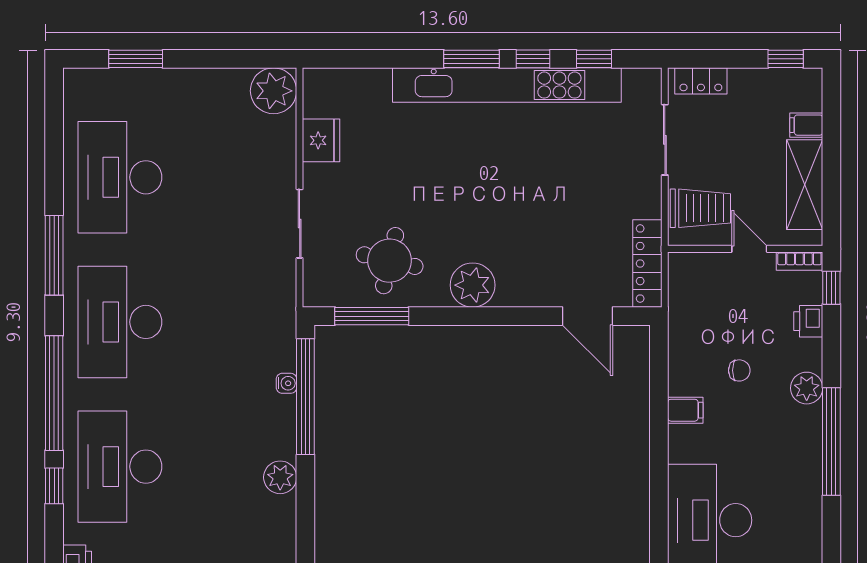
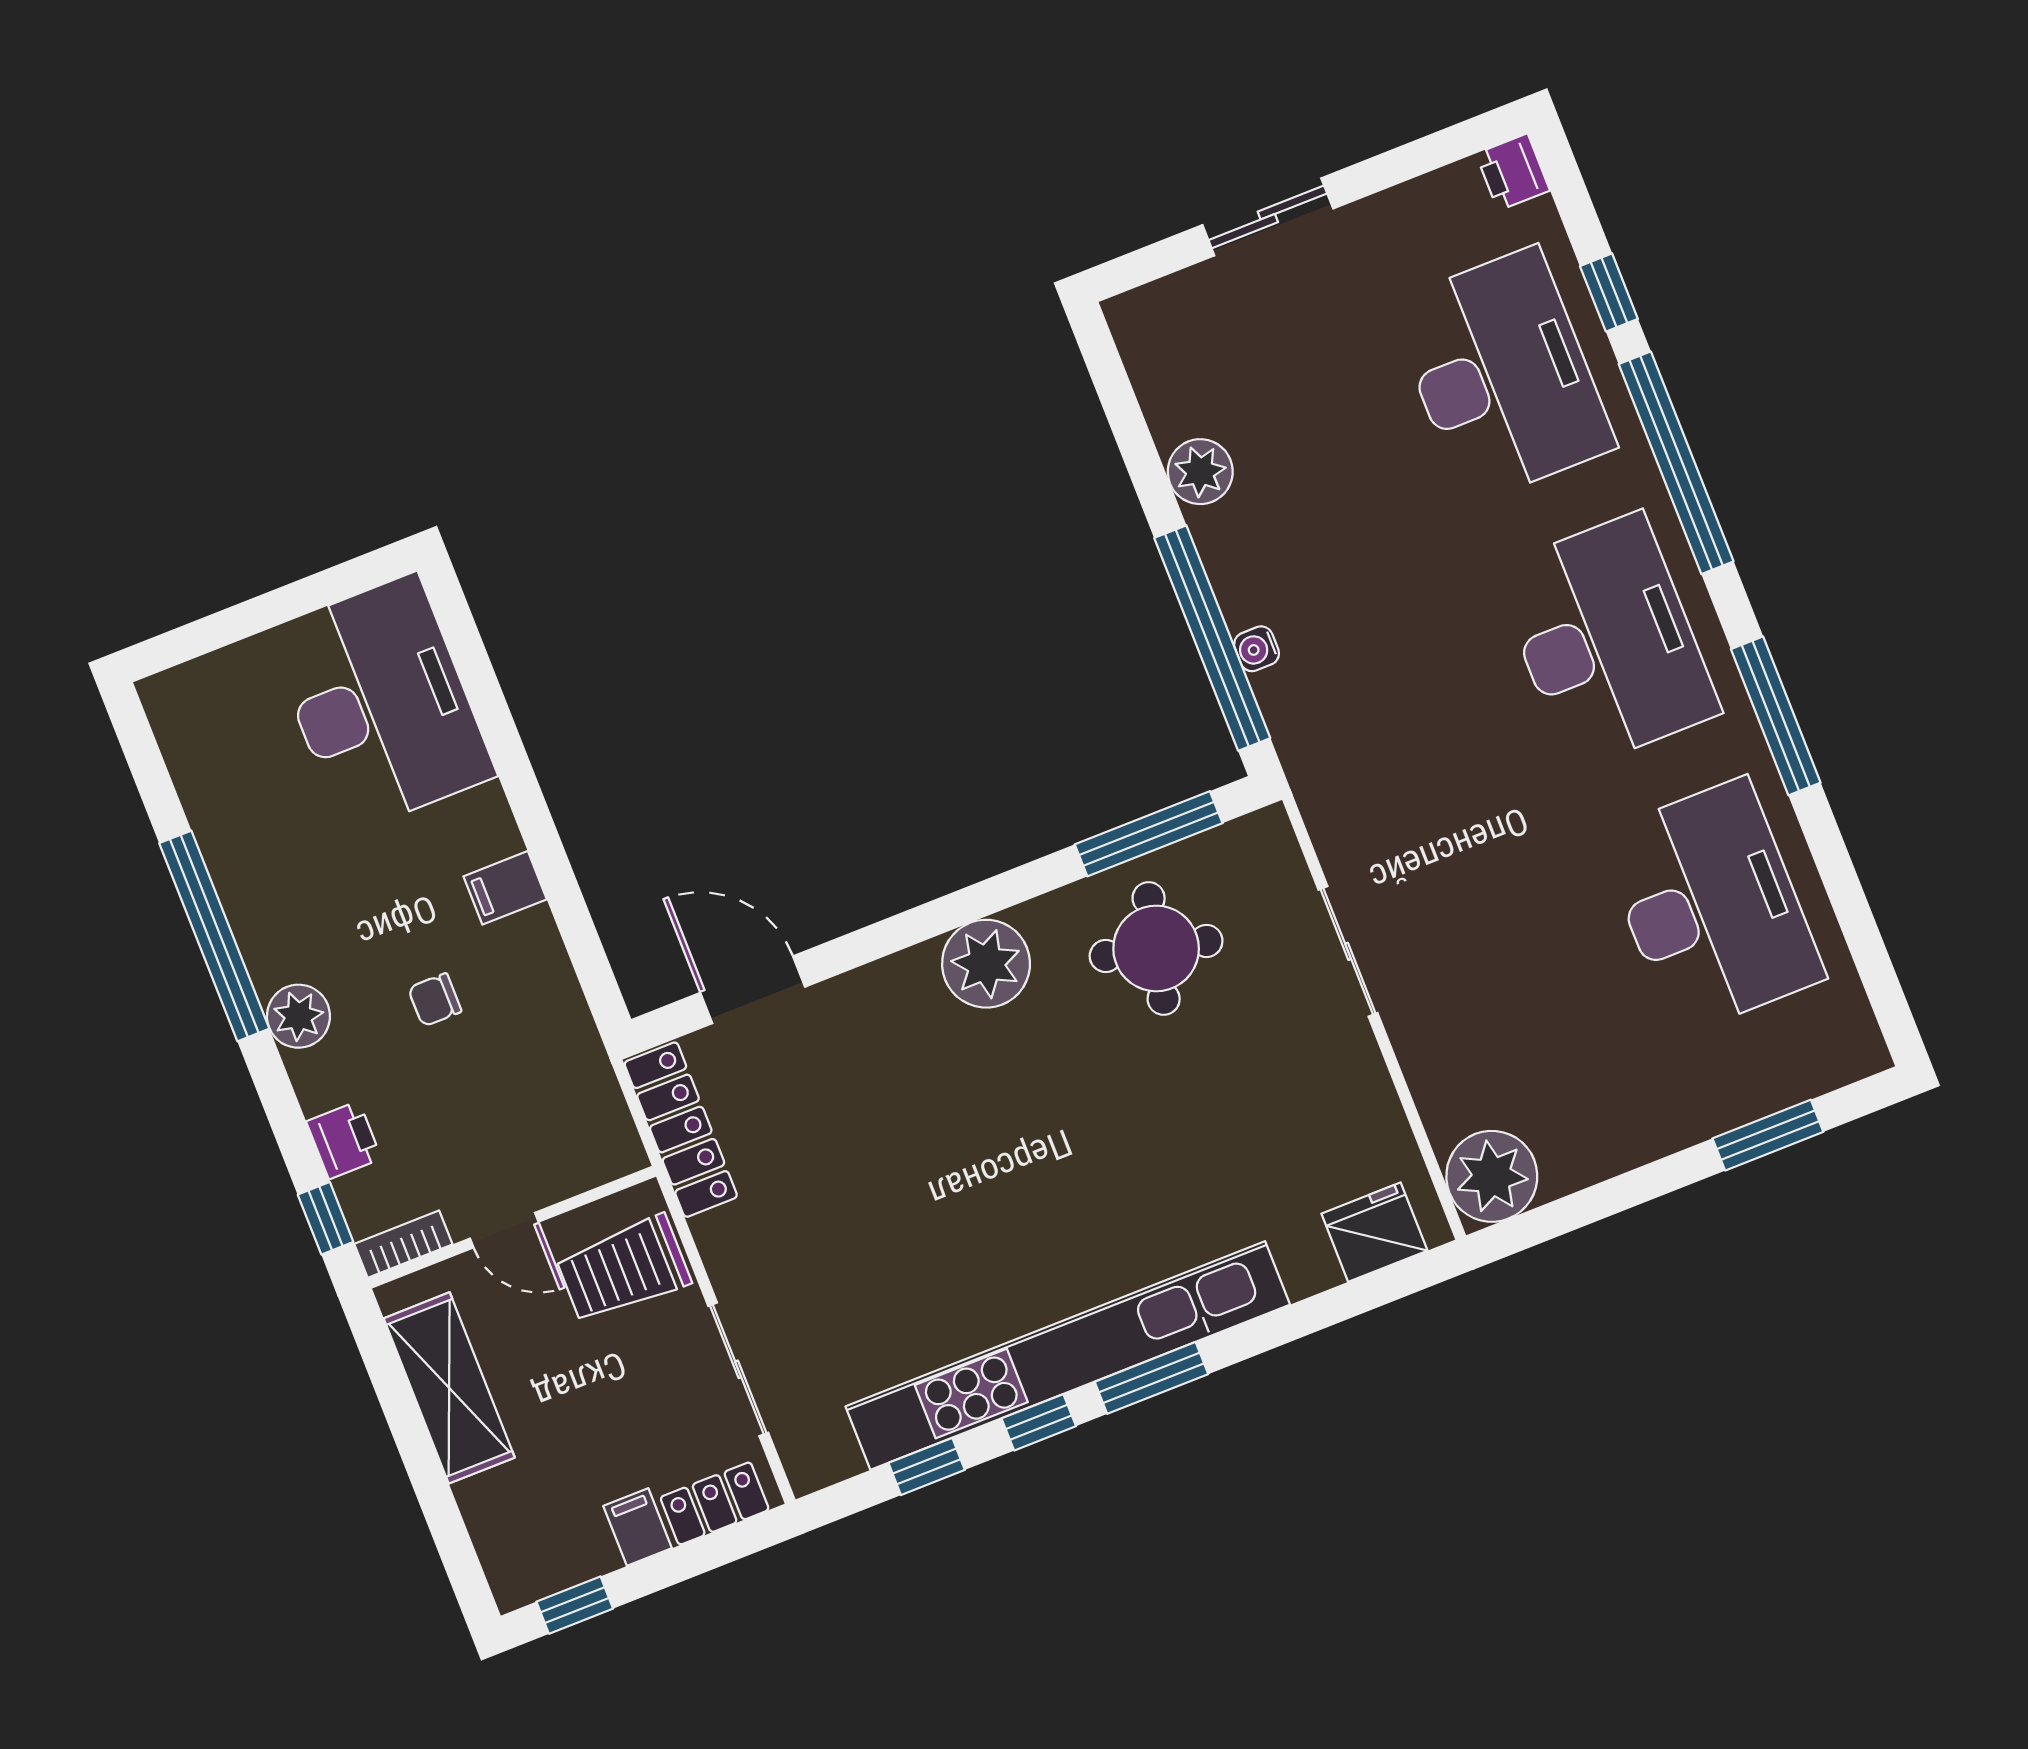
filing cabinet: (806, 125) -> (638, 1527), moved, turned -90
fridge: (321, 140) -> (1374, 1232), moved, turned 90

